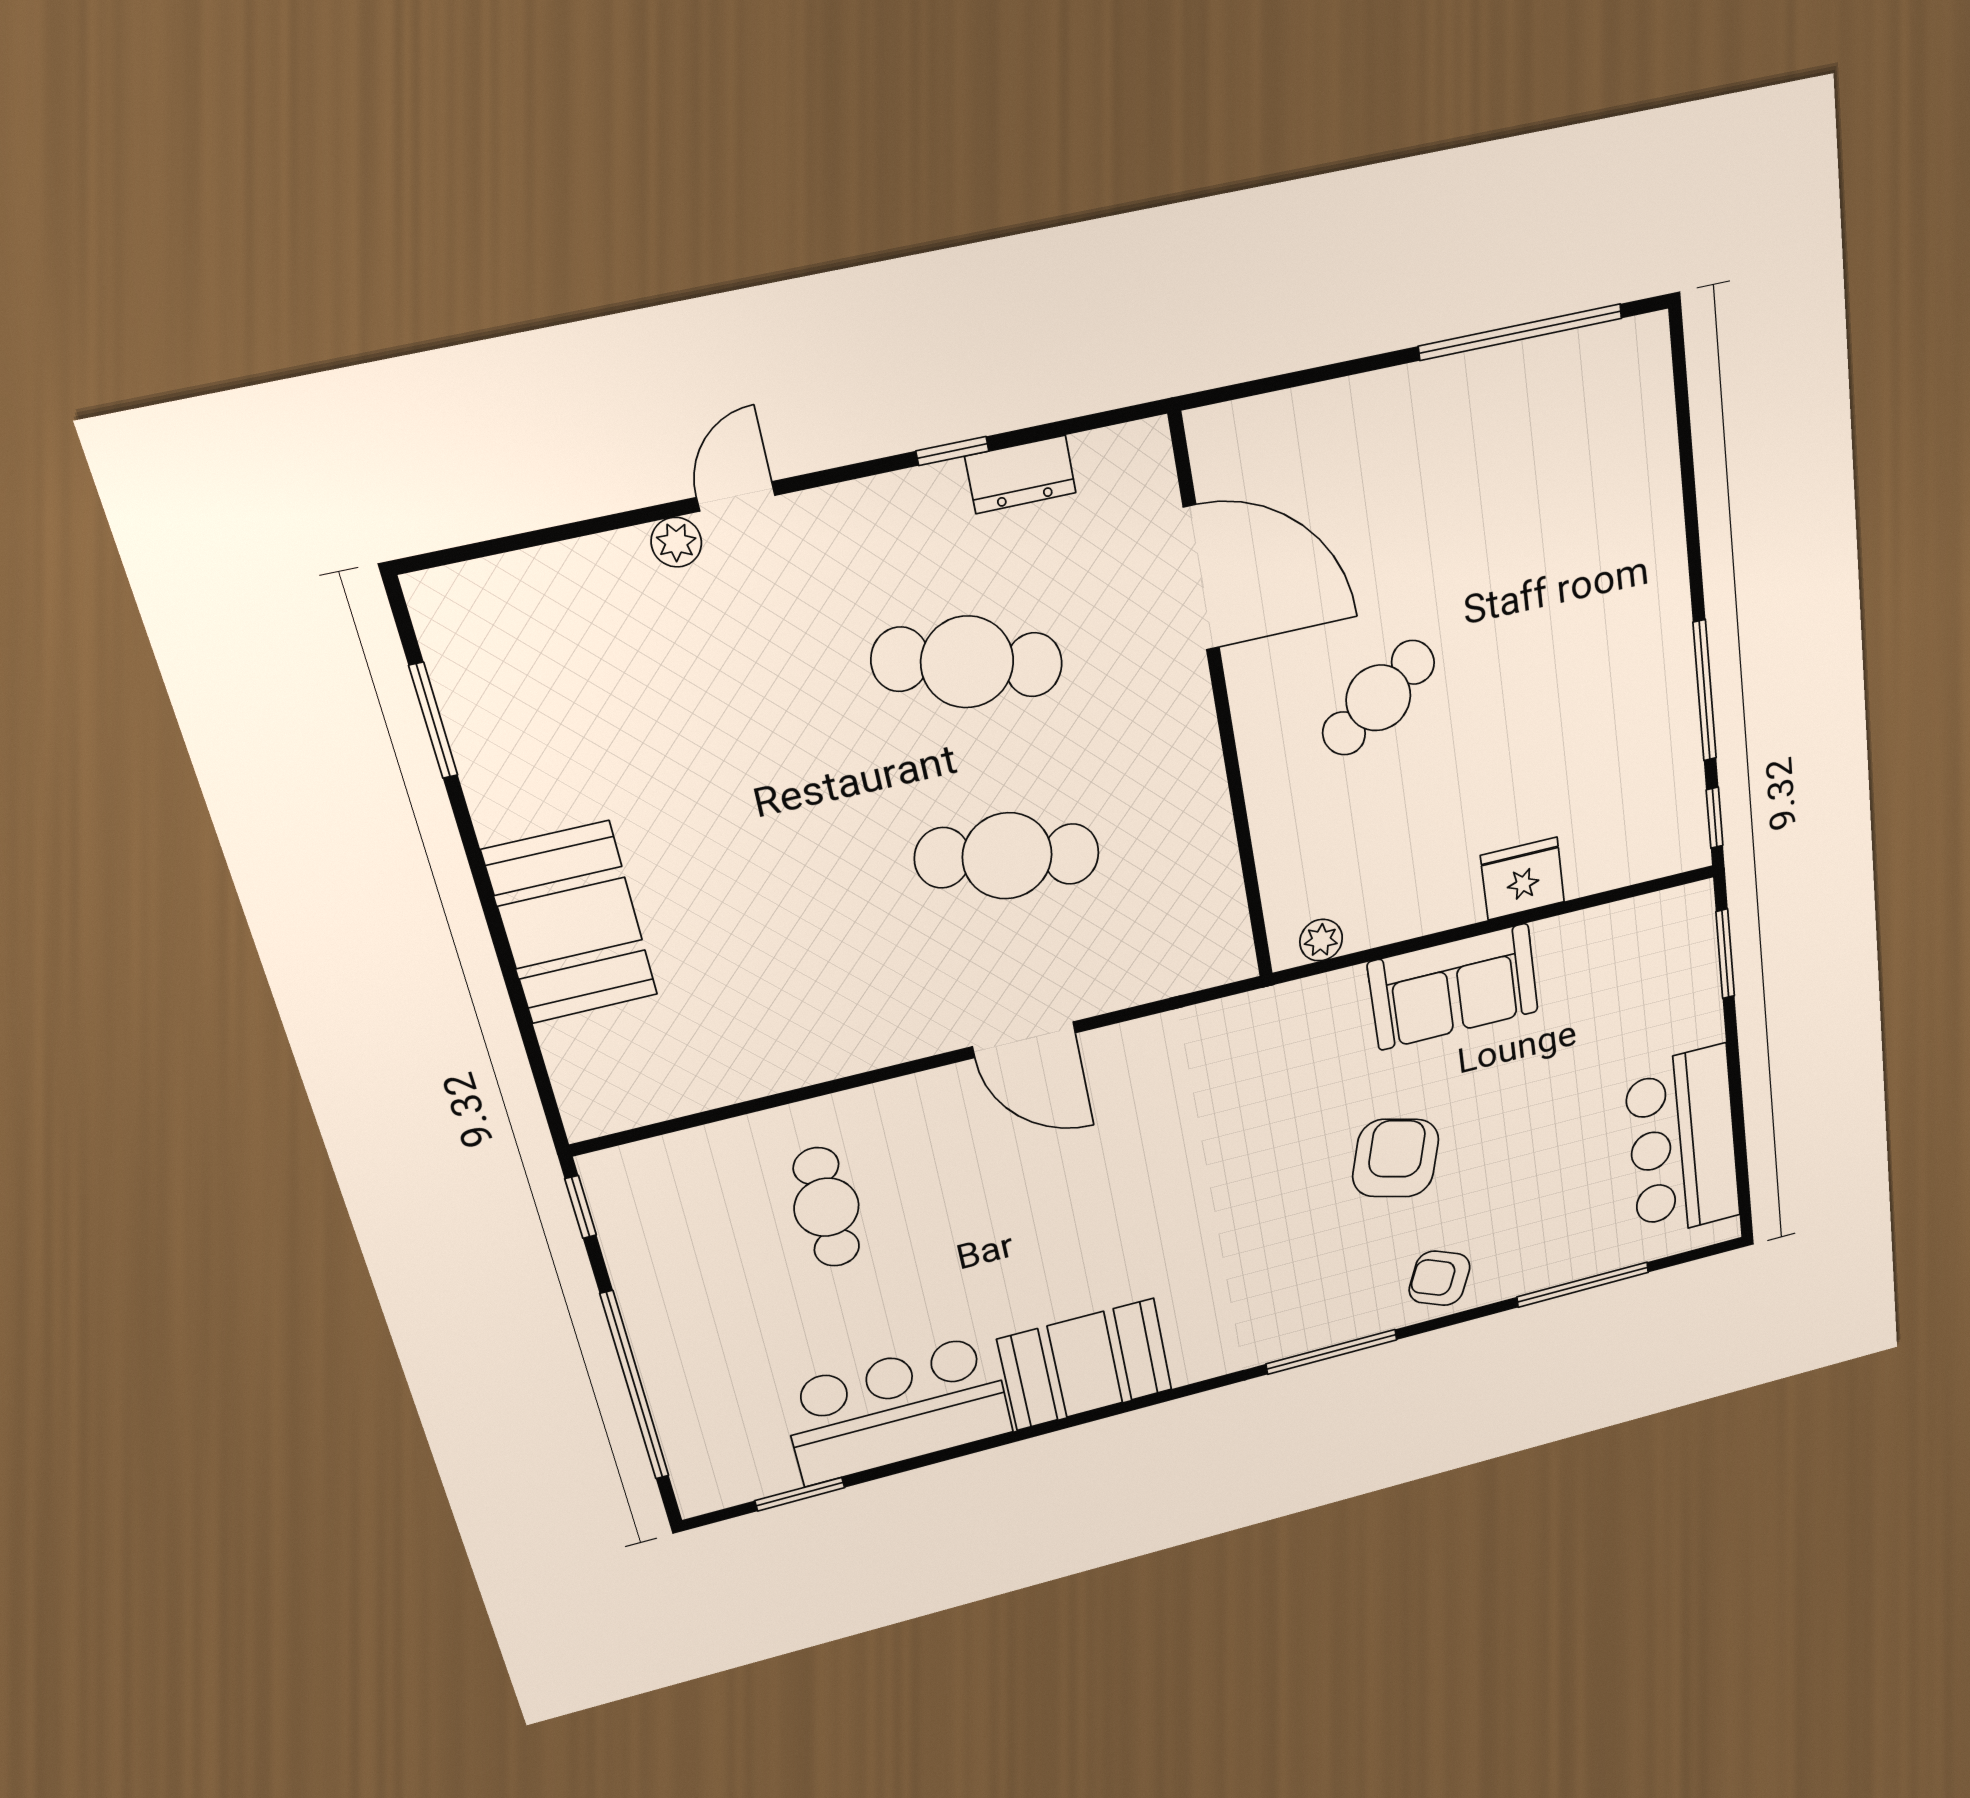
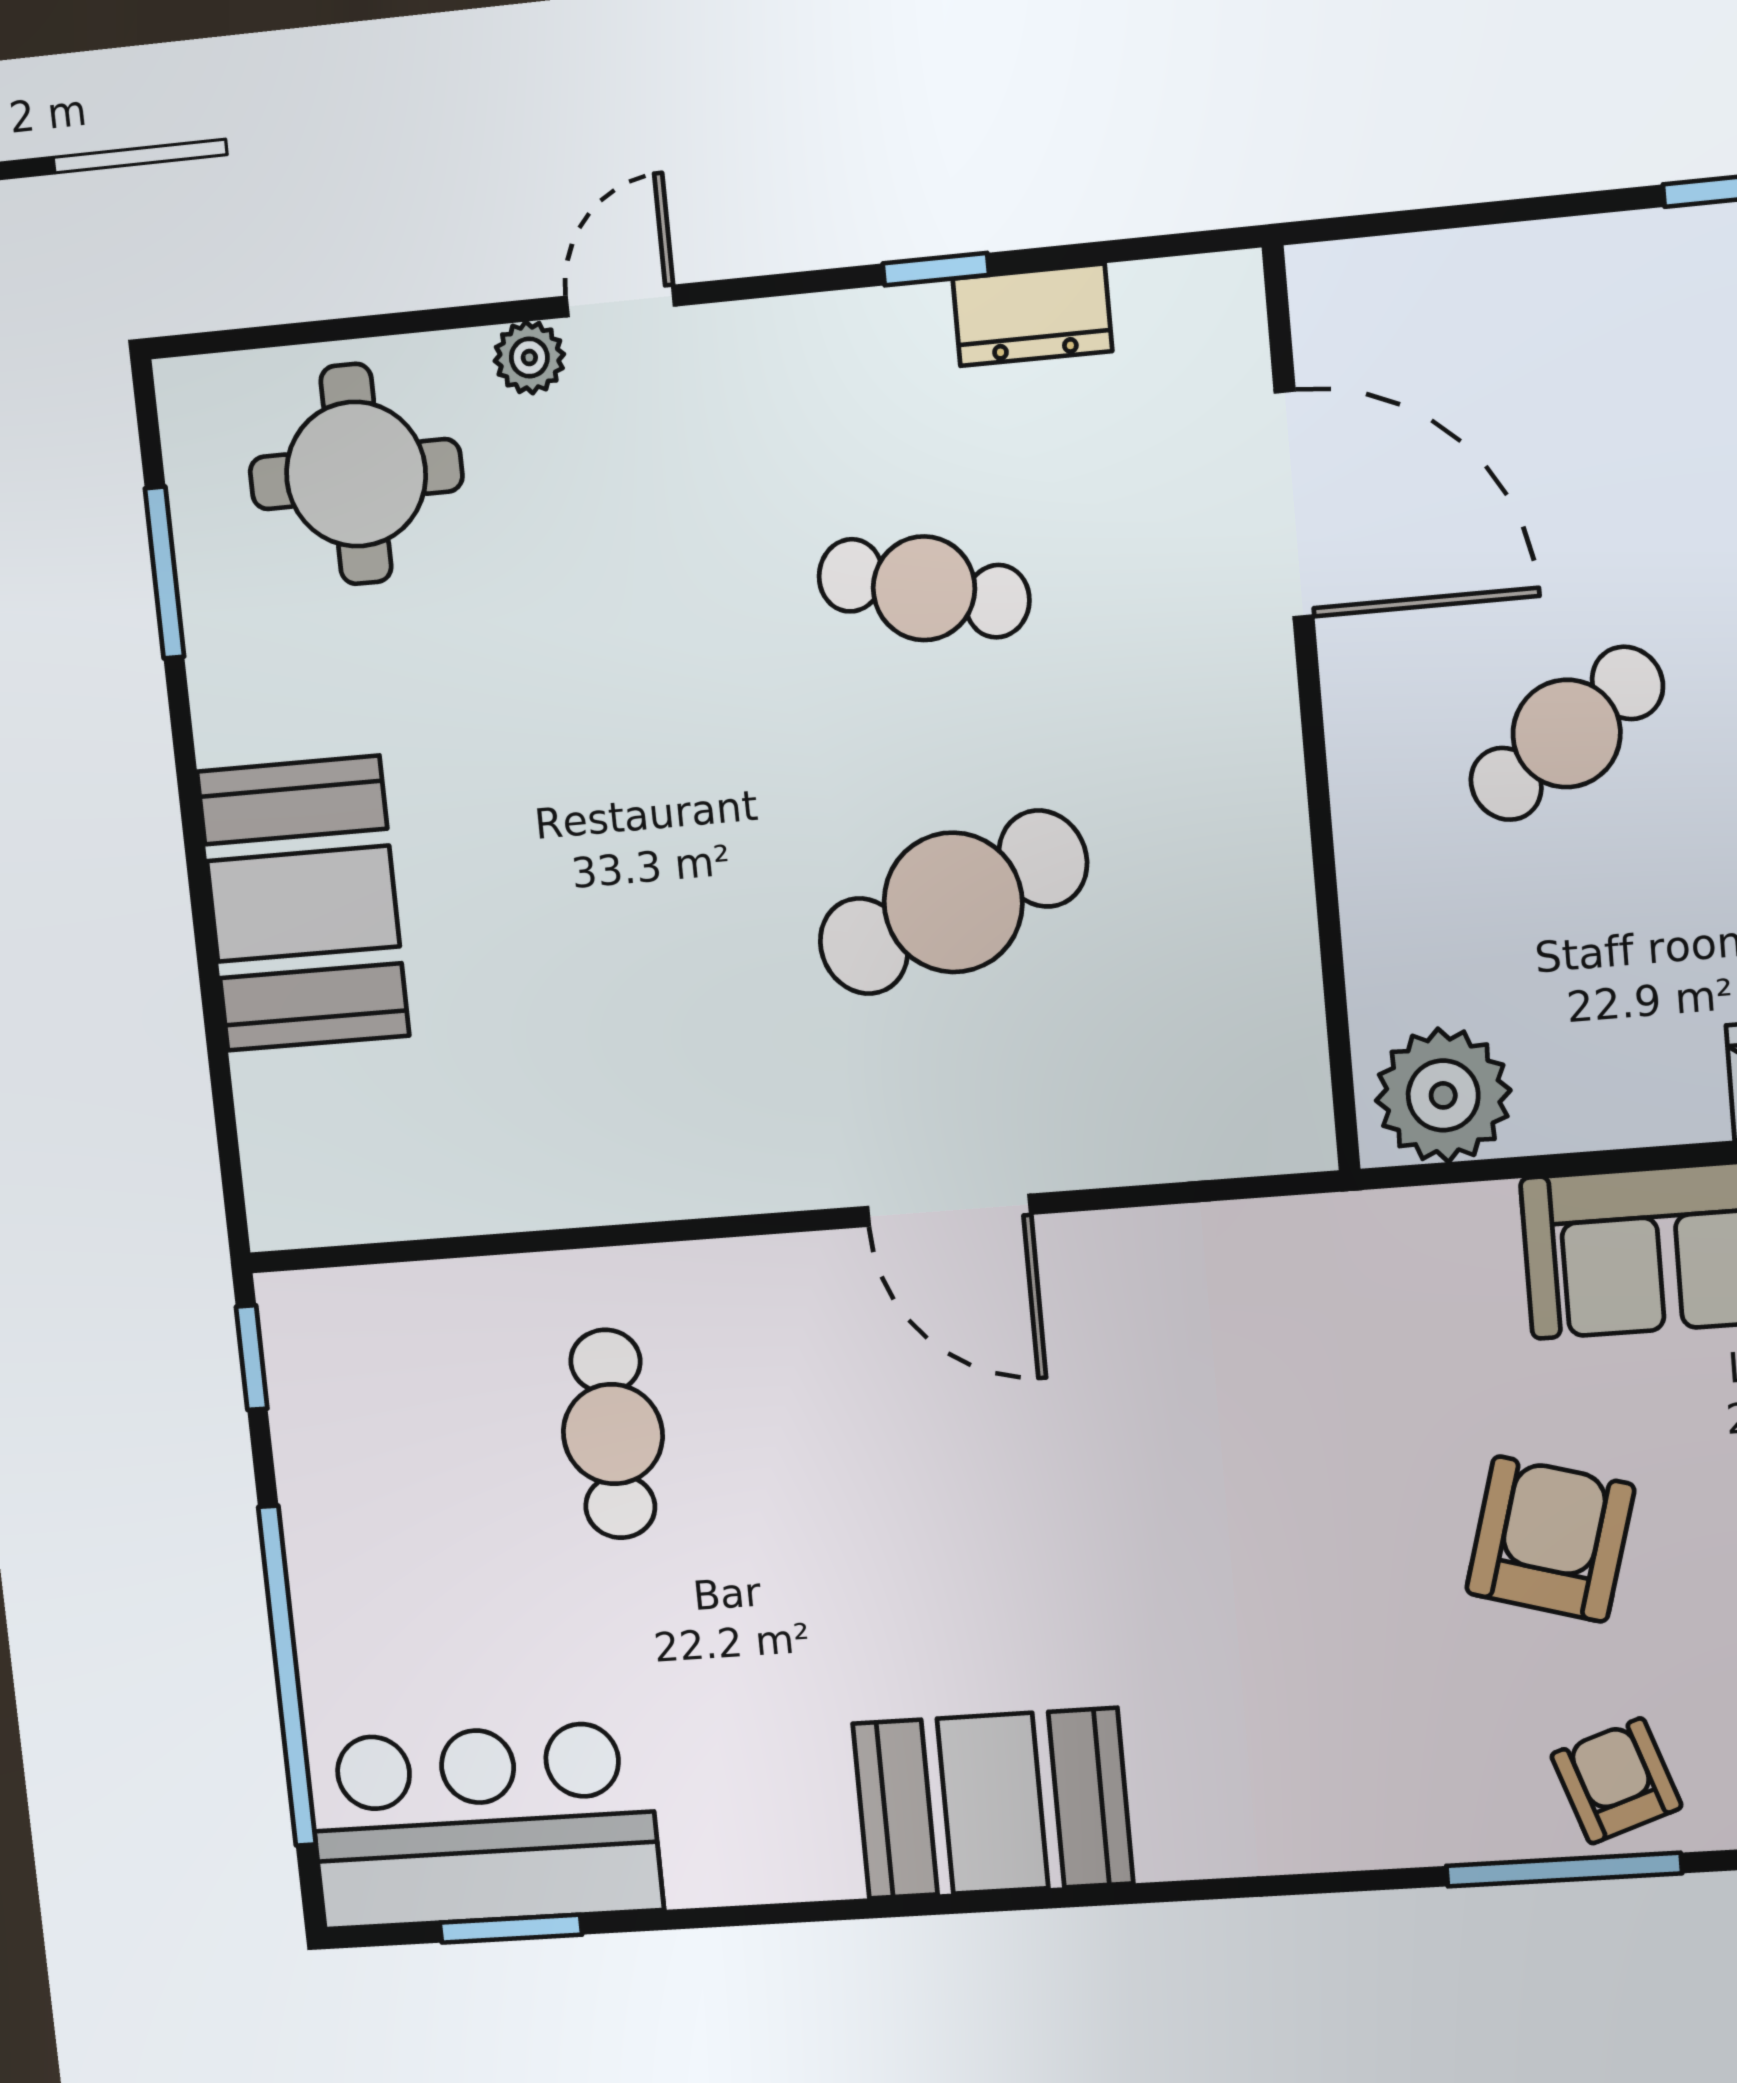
round table: (563, 636) -> (356, 474), added
cafe table: (967, 662) -> (924, 588), width x0.73, depth x0.74
cafe table: (1007, 856) -> (953, 902), turned -33
plant: (1321, 940) -> (1443, 1095), width x1.87, depth x1.87
armchair: (1439, 1278) -> (1616, 1781), turned 48
window: (1332, 1352) -> (1564, 1870), moved
bar counter: (897, 1410) -> (484, 1825), moved

